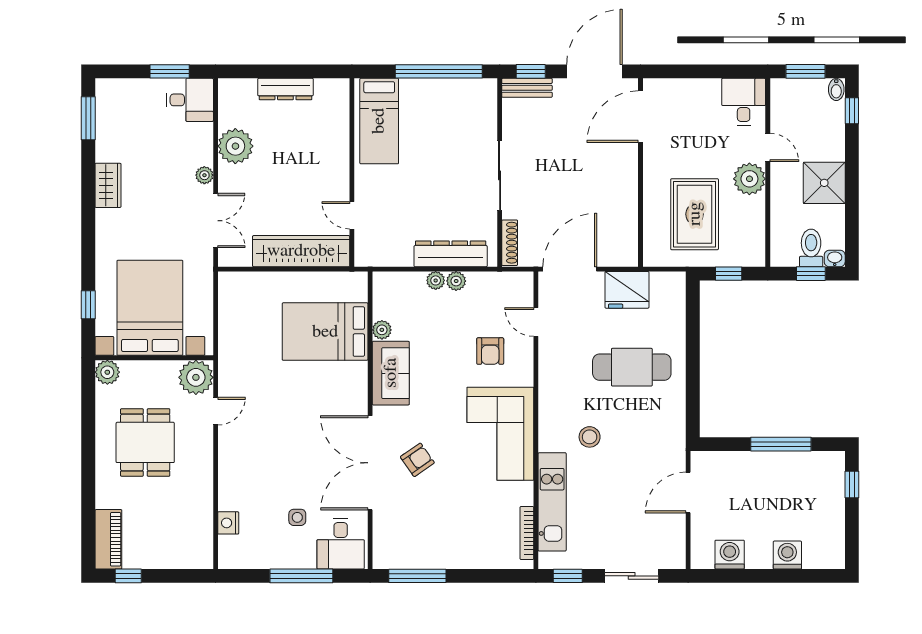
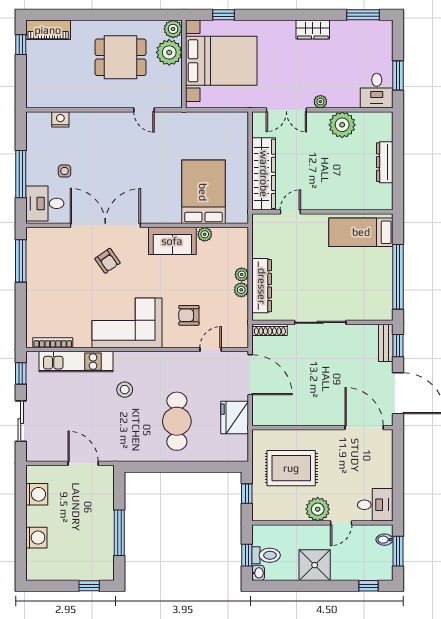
bidet: (836, 89) -> (385, 540), moved
plant: (196, 377) -> (169, 52), moved

